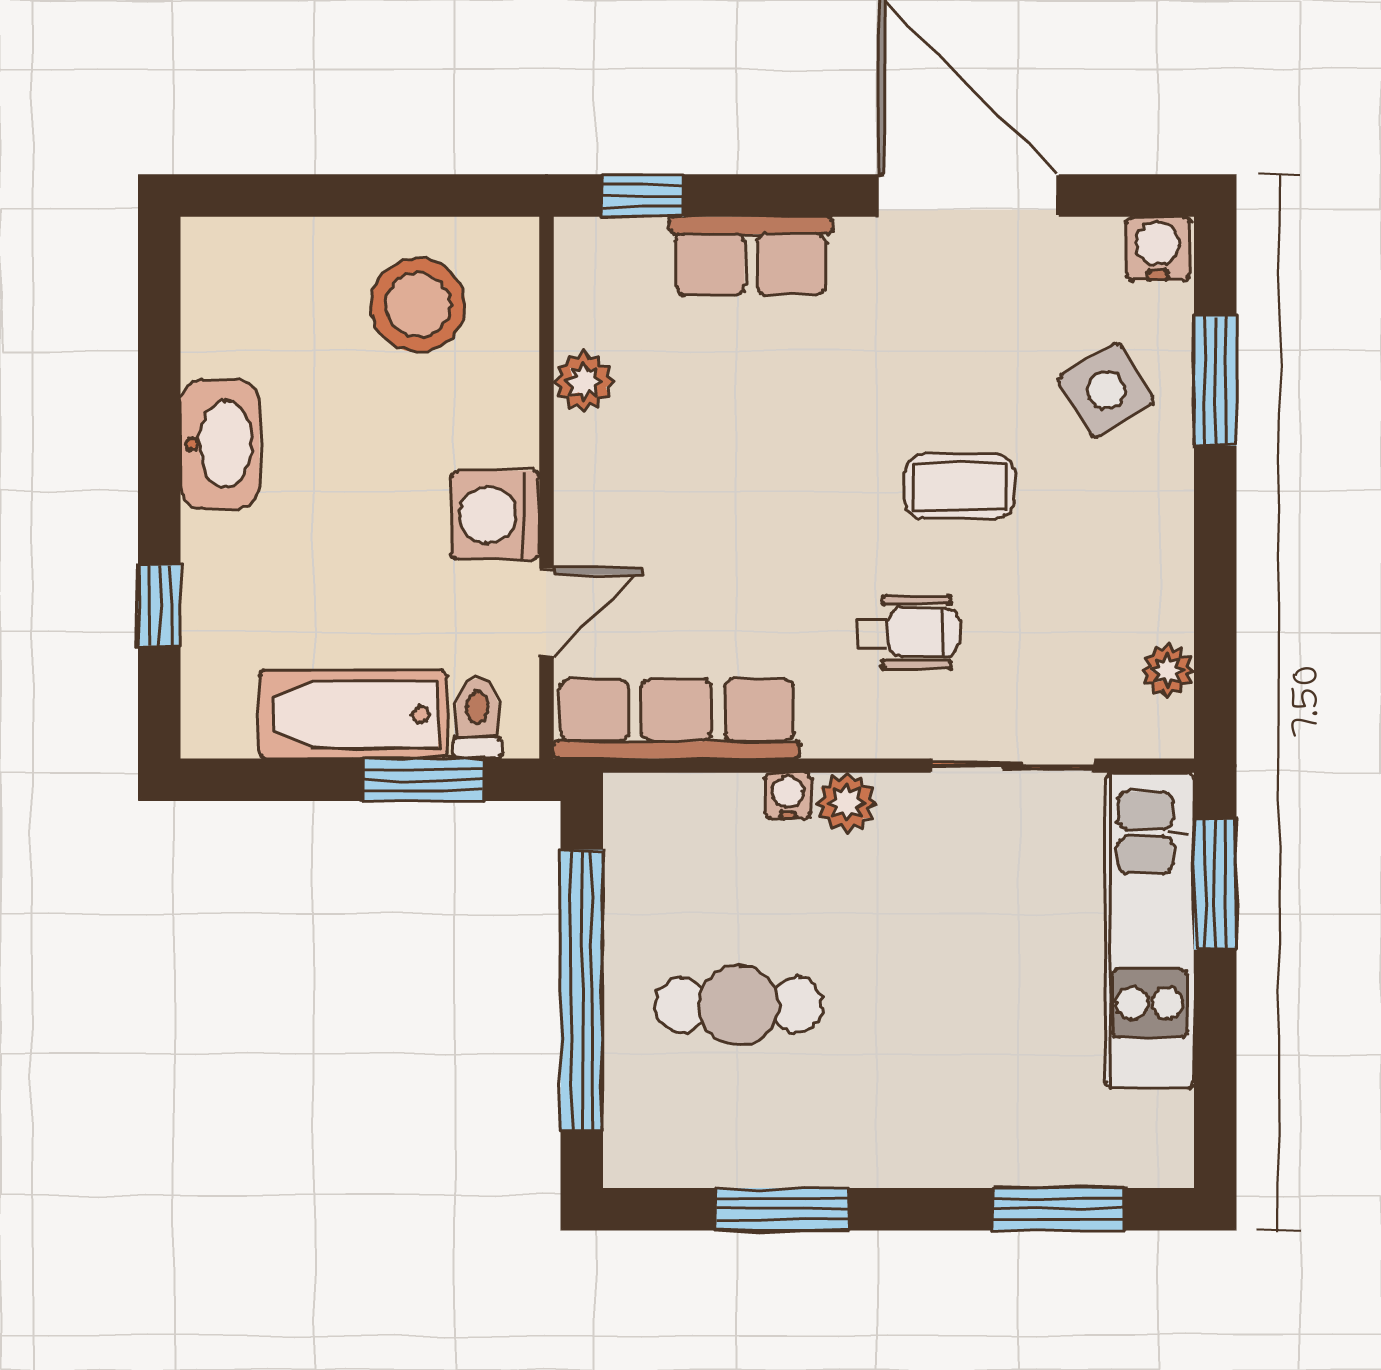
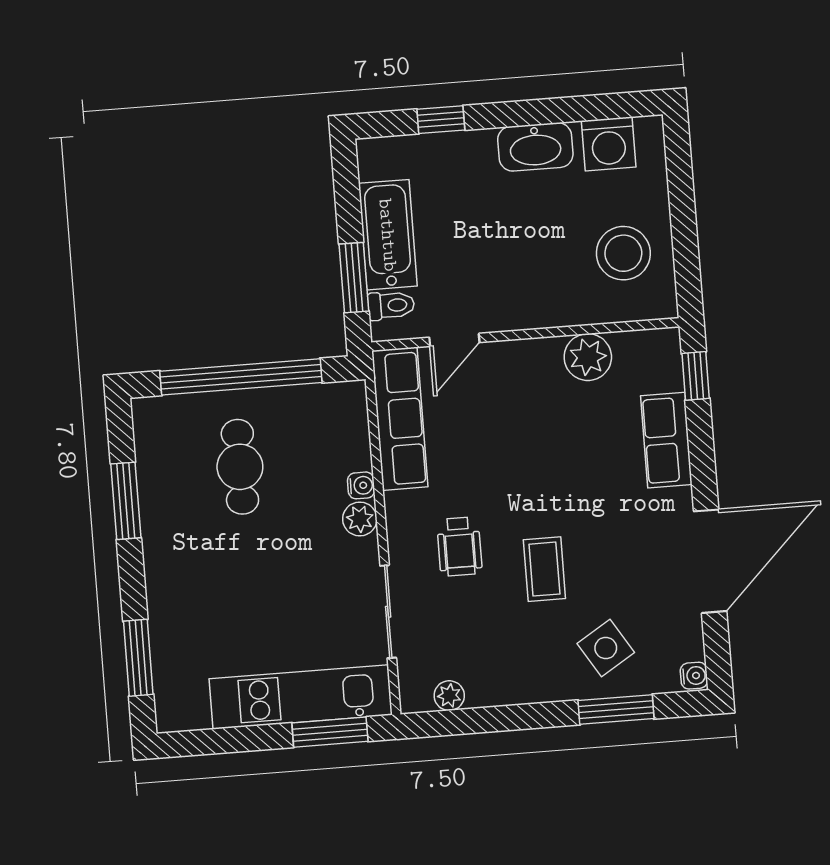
water cooler: (1158, 249) -> (694, 676), width x0.72, depth x0.72
plant: (584, 382) -> (588, 357), width x1.38, depth x1.38
washing machine: (495, 515) -> (609, 144), moved, turned 180
door: (546, 613) -> (454, 340), hinge flipped

